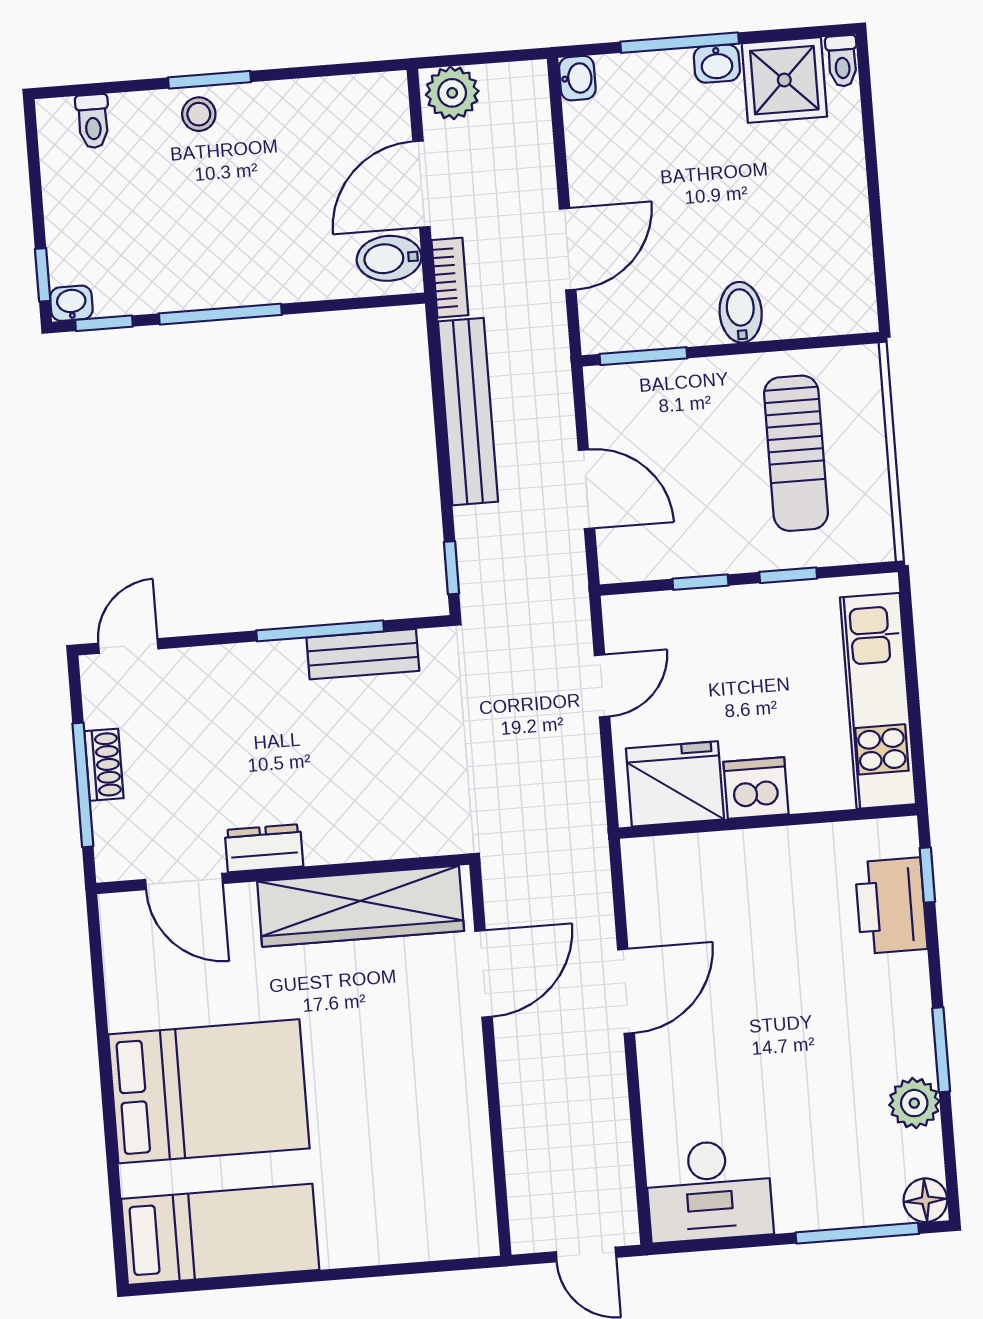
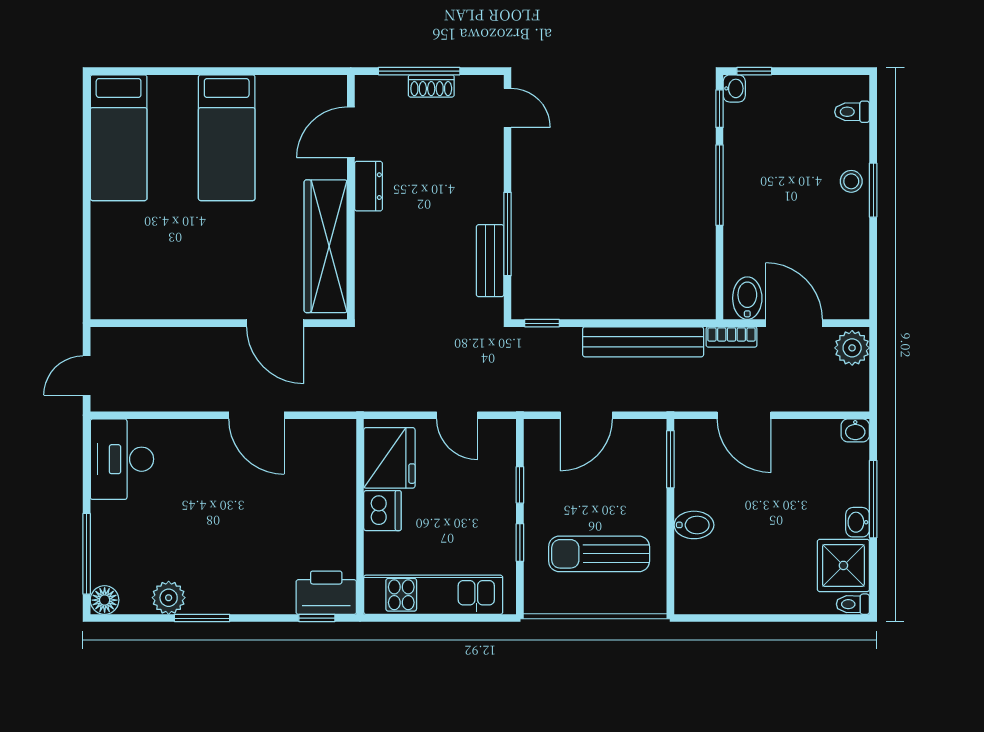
printer: (891, 906) -> (326, 593), moved
bed: (209, 1091) -> (227, 138), width x0.67

